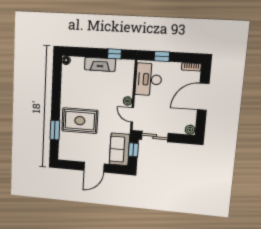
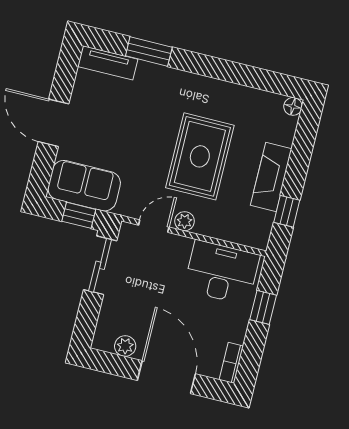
rug: (80, 121) -> (200, 156), moved
plant: (190, 130) -> (125, 346), moved
tv unit: (63, 147) -> (108, 63), added

